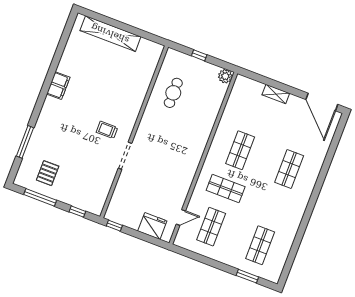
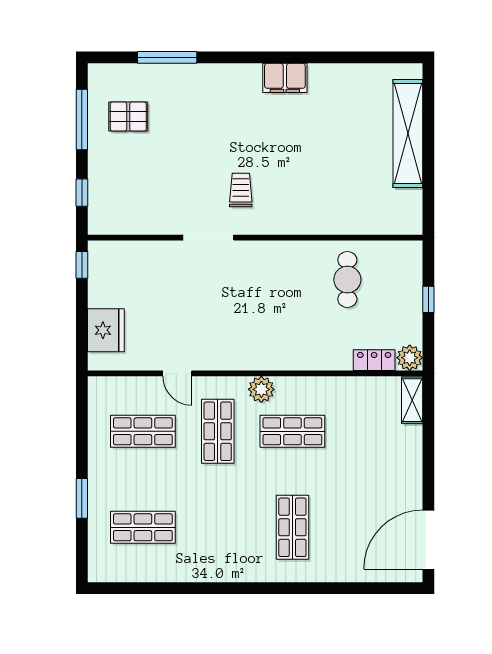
cafe table: (173, 93) -> (347, 280), turned 90
shelving: (276, 94) -> (412, 400), moved
locker: (220, 95) -> (374, 360), added
plant: (213, 158) -> (261, 389), added
shop shelf: (289, 169) -> (292, 527), turned 90
door: (181, 218) -> (177, 373), moved
window: (247, 276) -> (82, 498), moved

